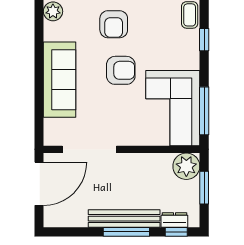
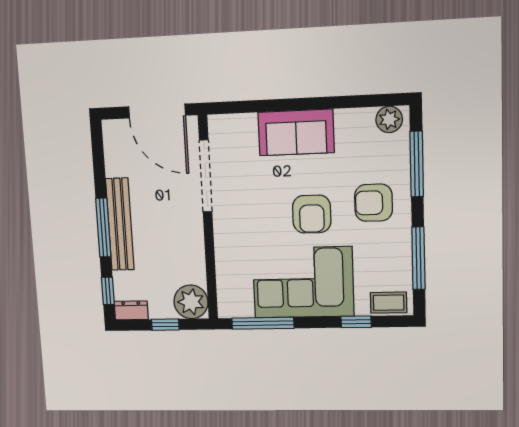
sofa: (59, 80) -> (296, 132), width x0.73
corner sofa: (173, 108) -> (303, 282), moved
window: (204, 188) -> (165, 325), width x0.67
dresser: (174, 220) -> (131, 310), moved, turned -90

